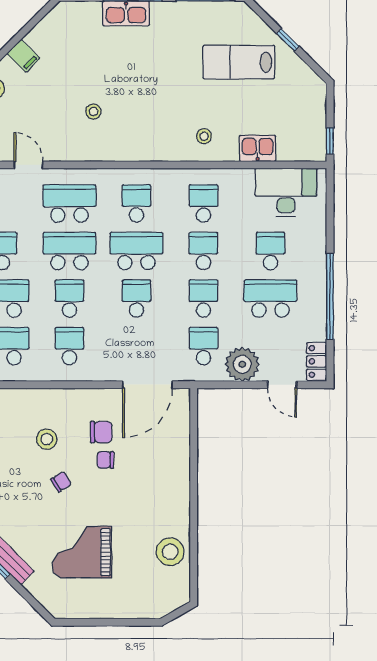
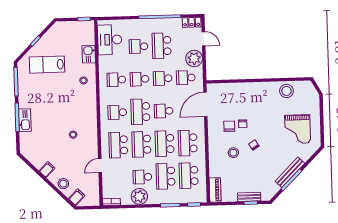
lab bench: (239, 62) -> (47, 65), turned 90
school desk: (69, 299) -> (165, 144), width x1.85
school desk: (69, 346) -> (188, 143), width x1.85
door: (147, 385) -> (205, 104), swing flipped
door: (282, 385) -> (203, 39), hinge flipped
grand piano: (82, 552) -> (298, 129), moved

